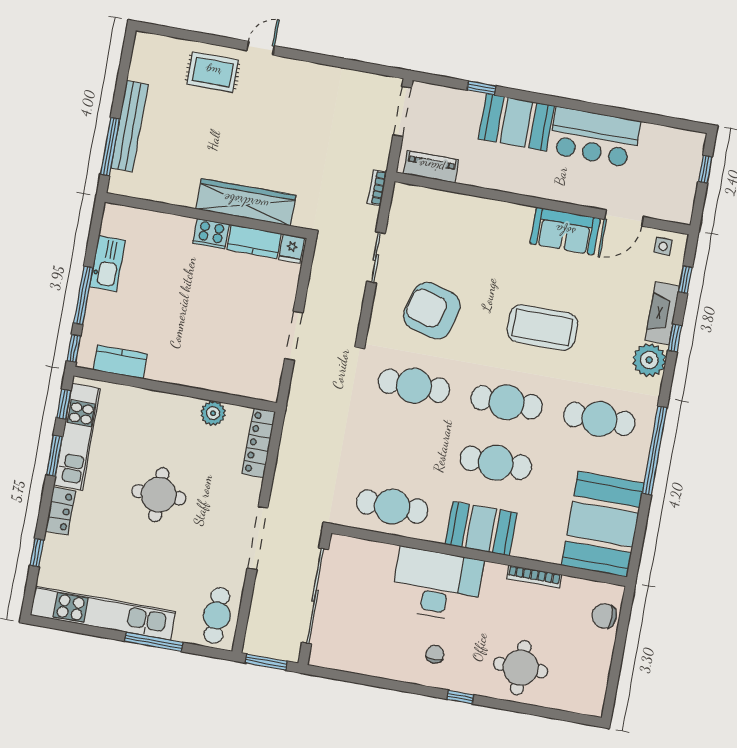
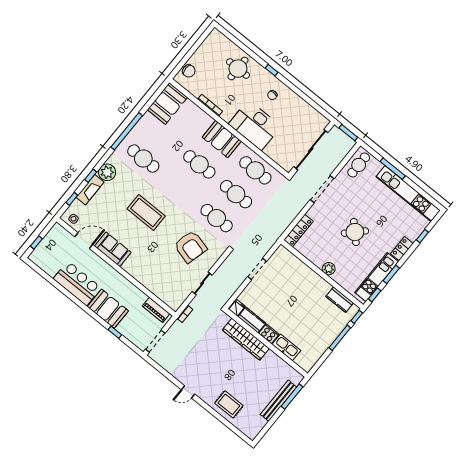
door: (261, 48) -> (188, 392), moved
kitchen sink: (107, 263) -> (286, 347), moved, turned 90
cafe table: (507, 402) -> (236, 194), moved
plant: (213, 413) -> (329, 269), moved
round table: (159, 495) -> (355, 232), turned 45
booth: (603, 524) -> (167, 103), width x0.73, depth x0.70

